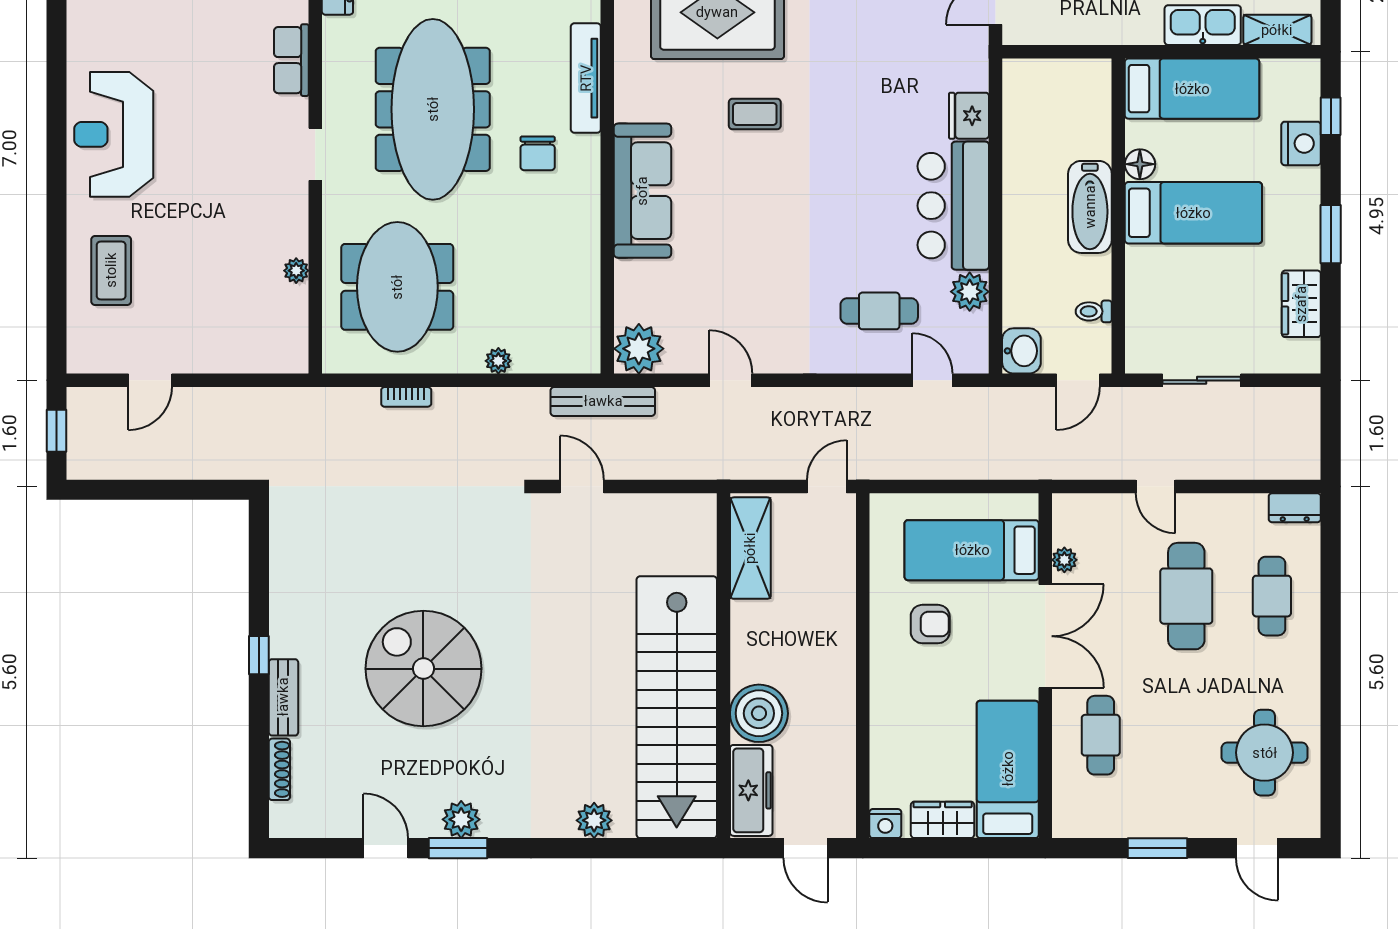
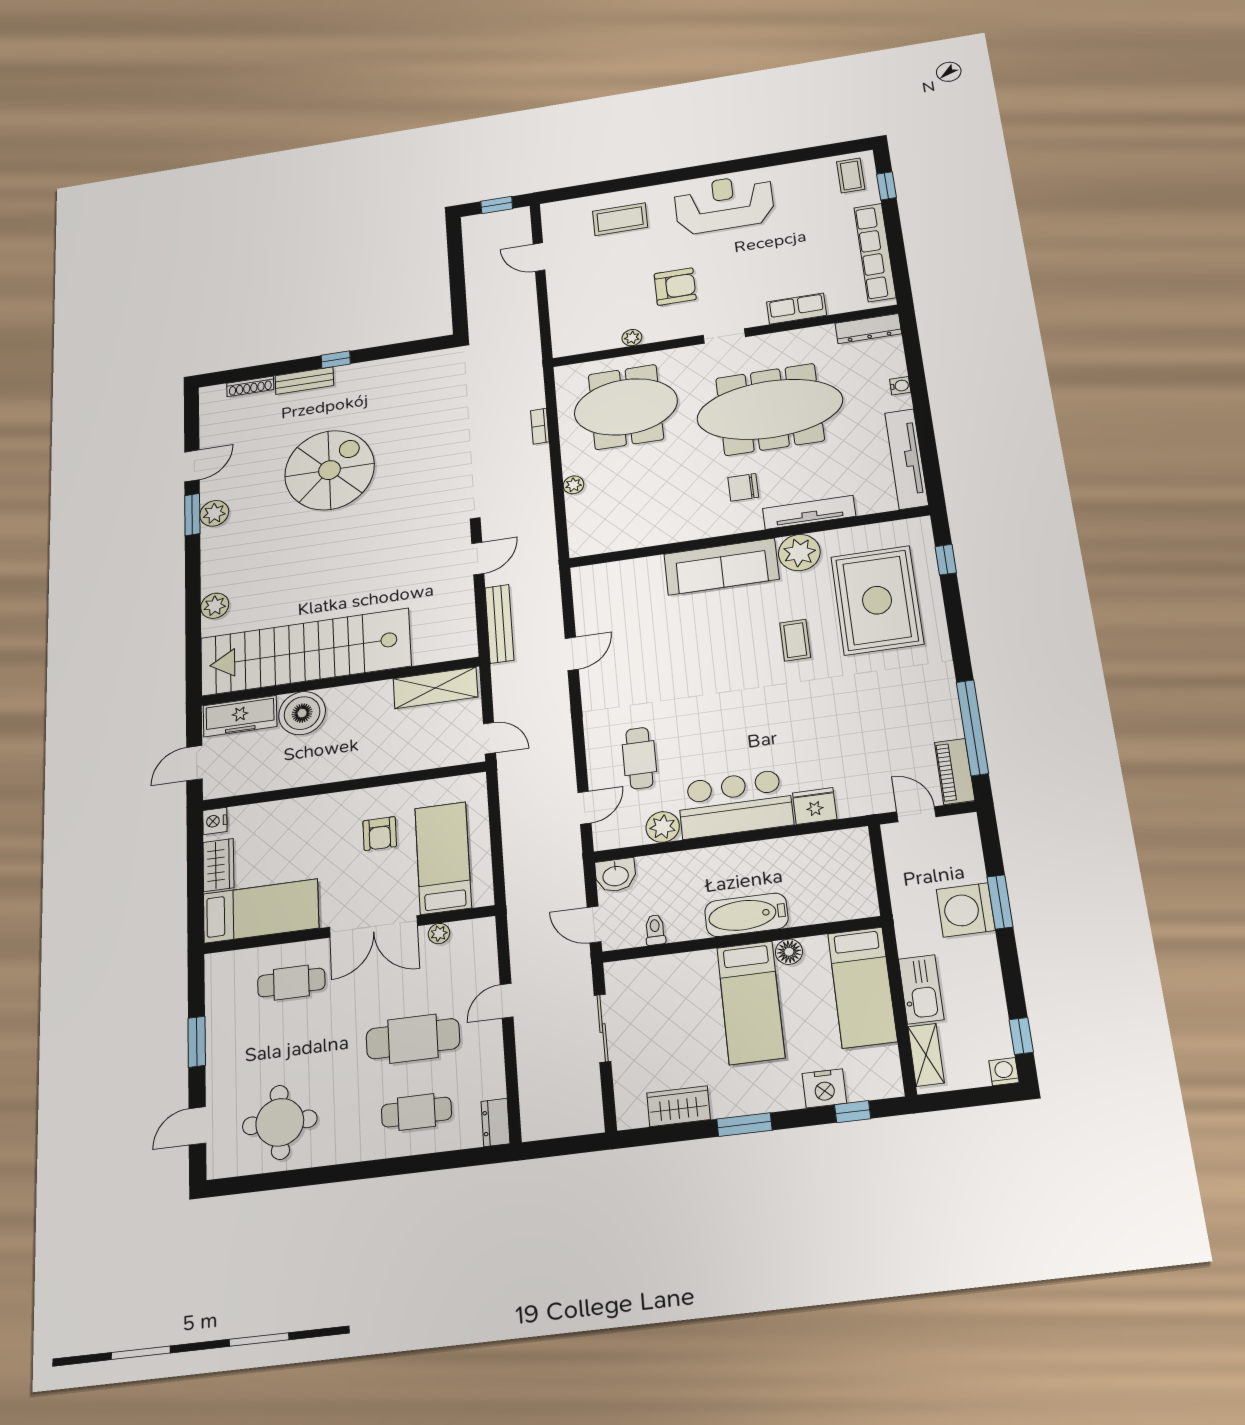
armchair: (229, 209) -> (675, 287), added
plant: (639, 349) -> (799, 553), moved
bench: (603, 401) -> (499, 624), moved

